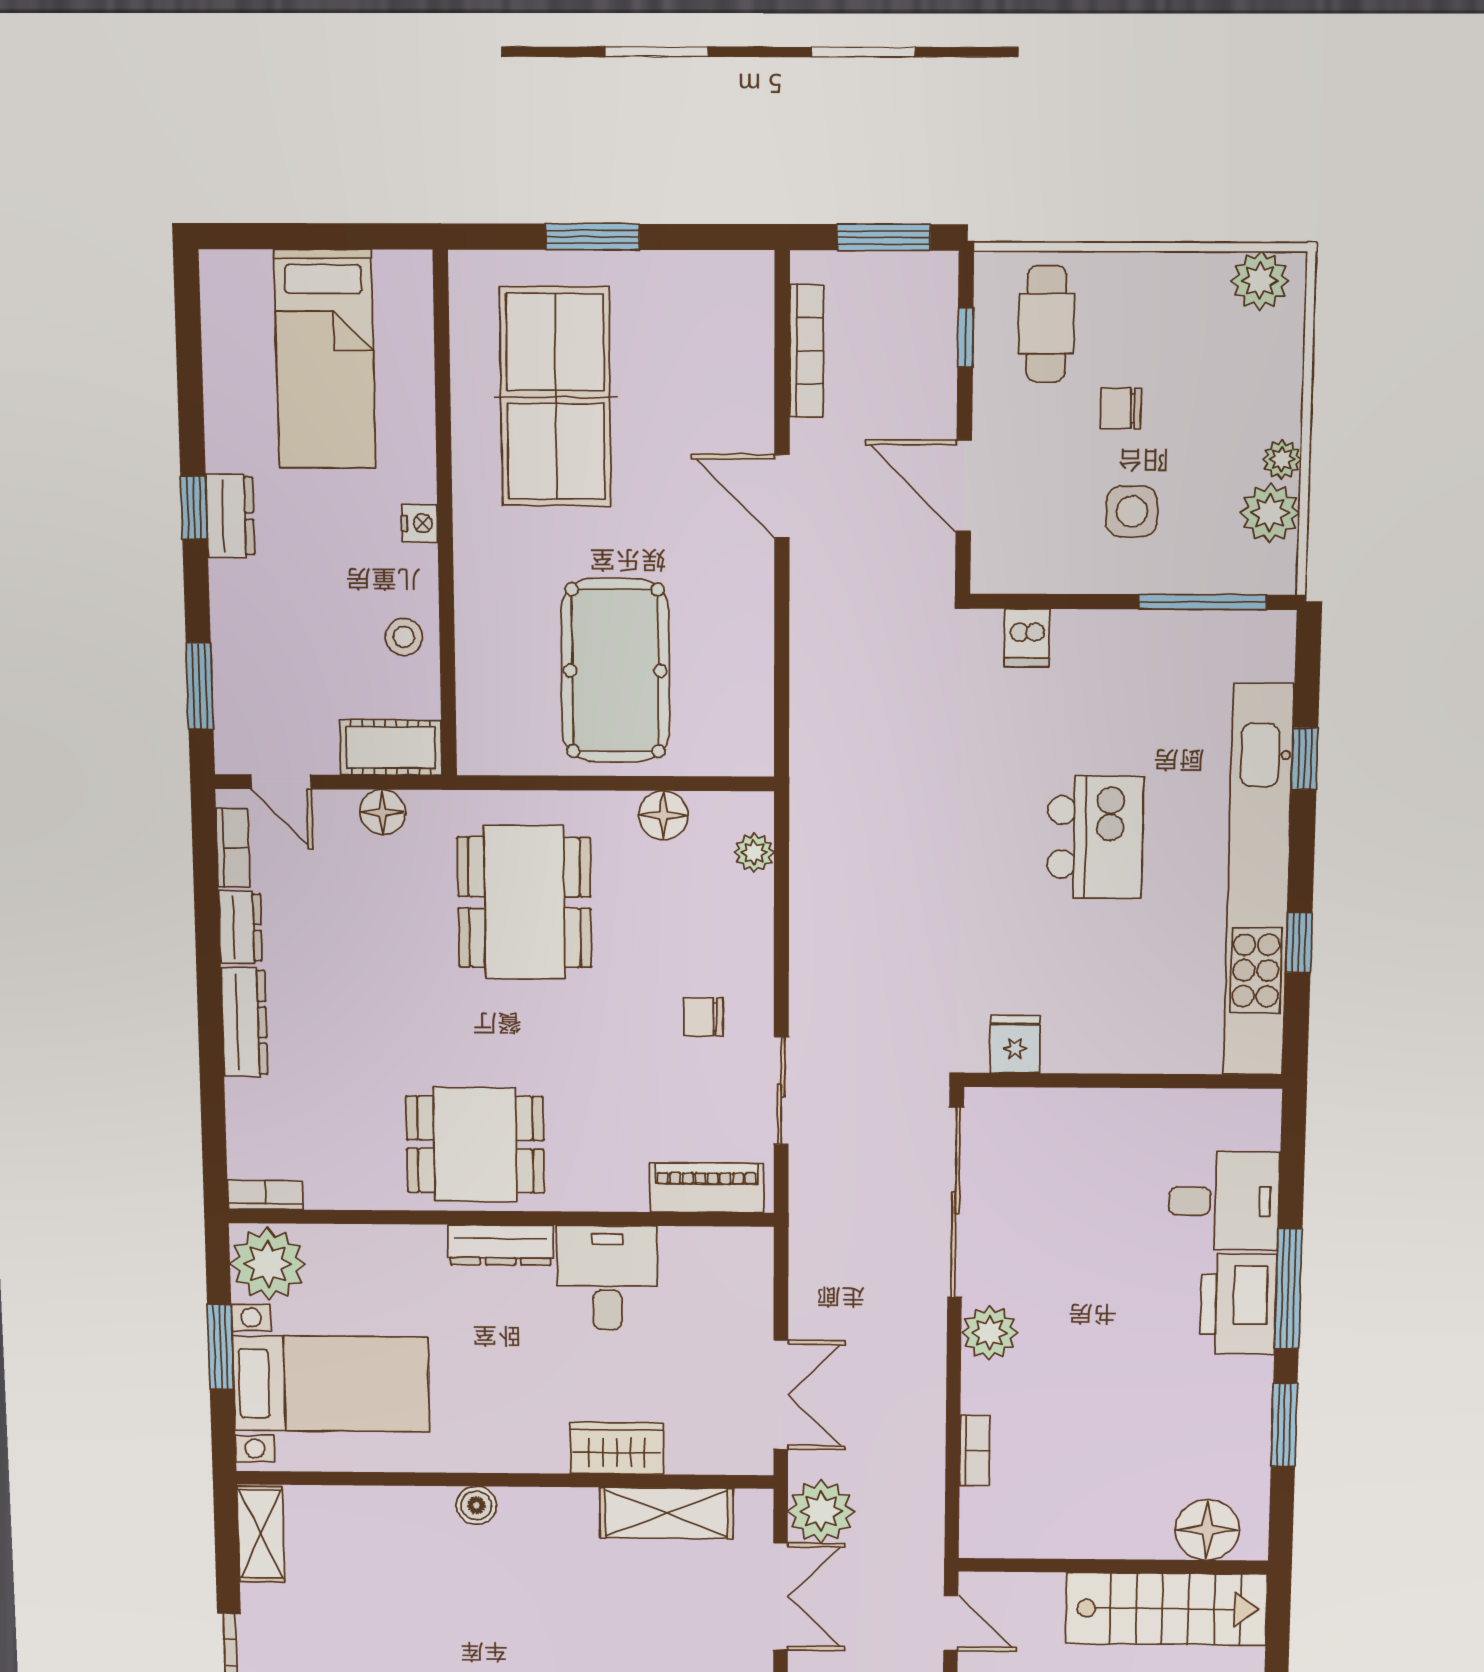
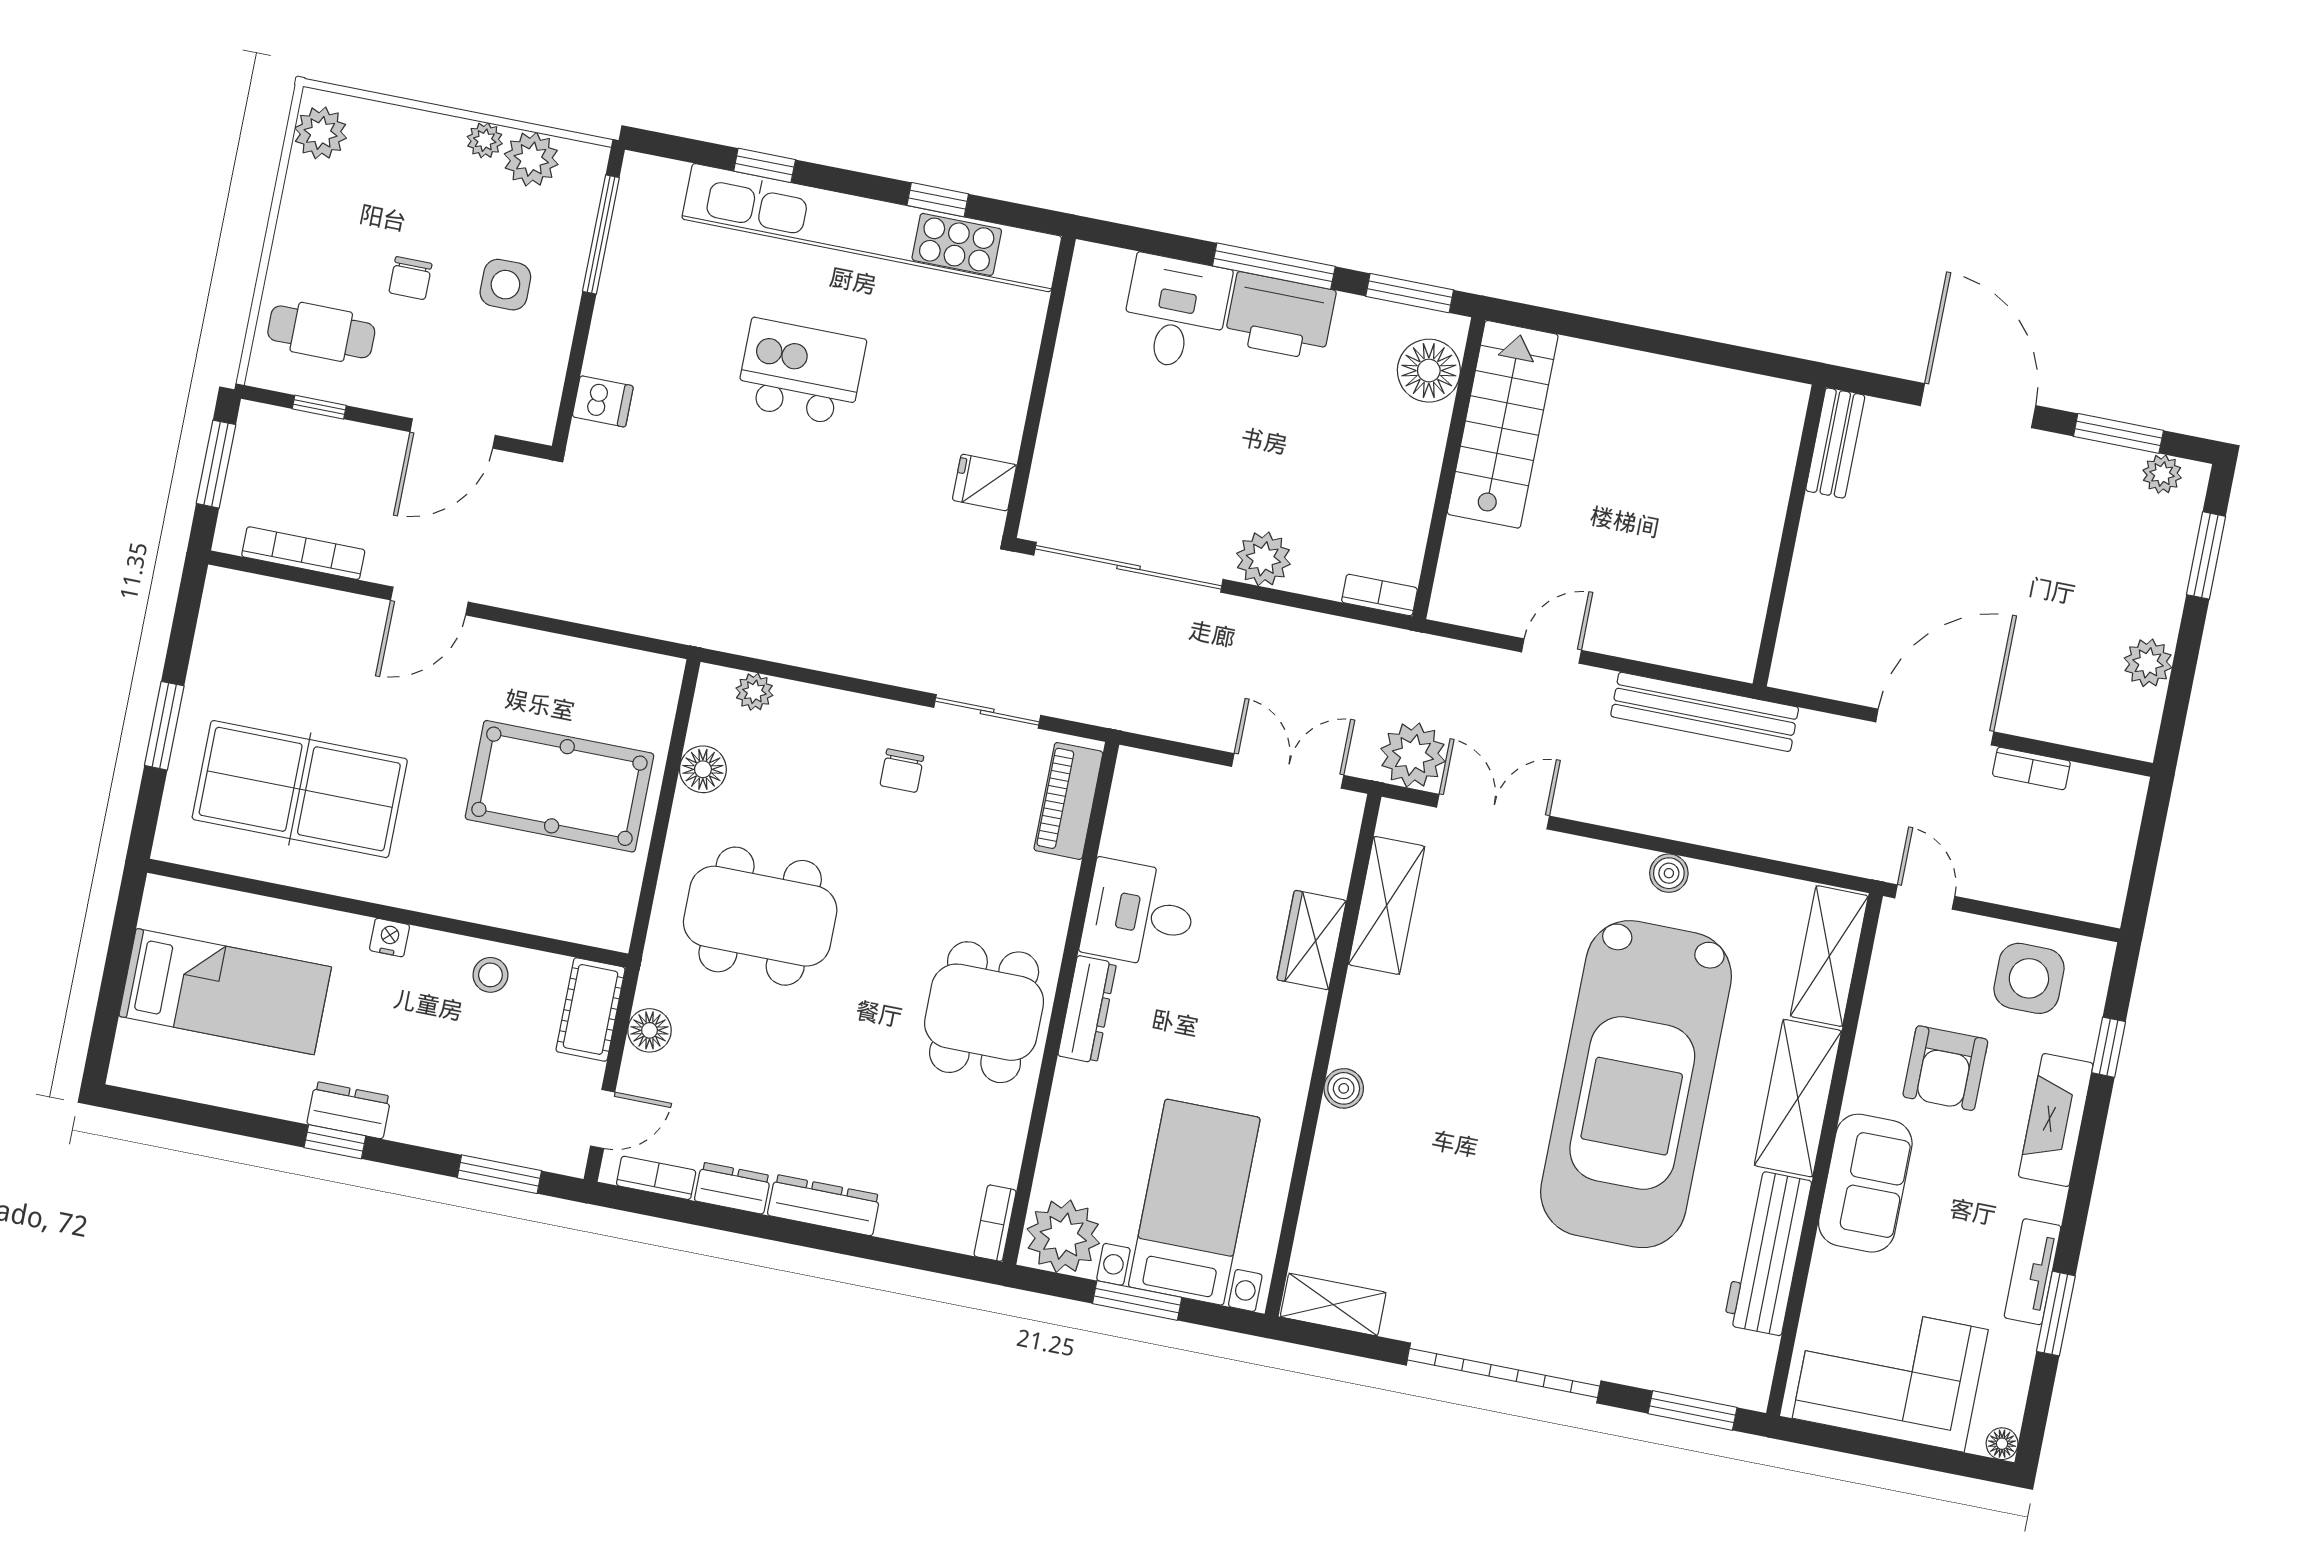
floor lamp: (1207, 1530) -> (1429, 371), moved
wall: (1113, 1566) -> (1449, 468), moved
stairs: (1166, 1609) -> (1503, 424), moved

